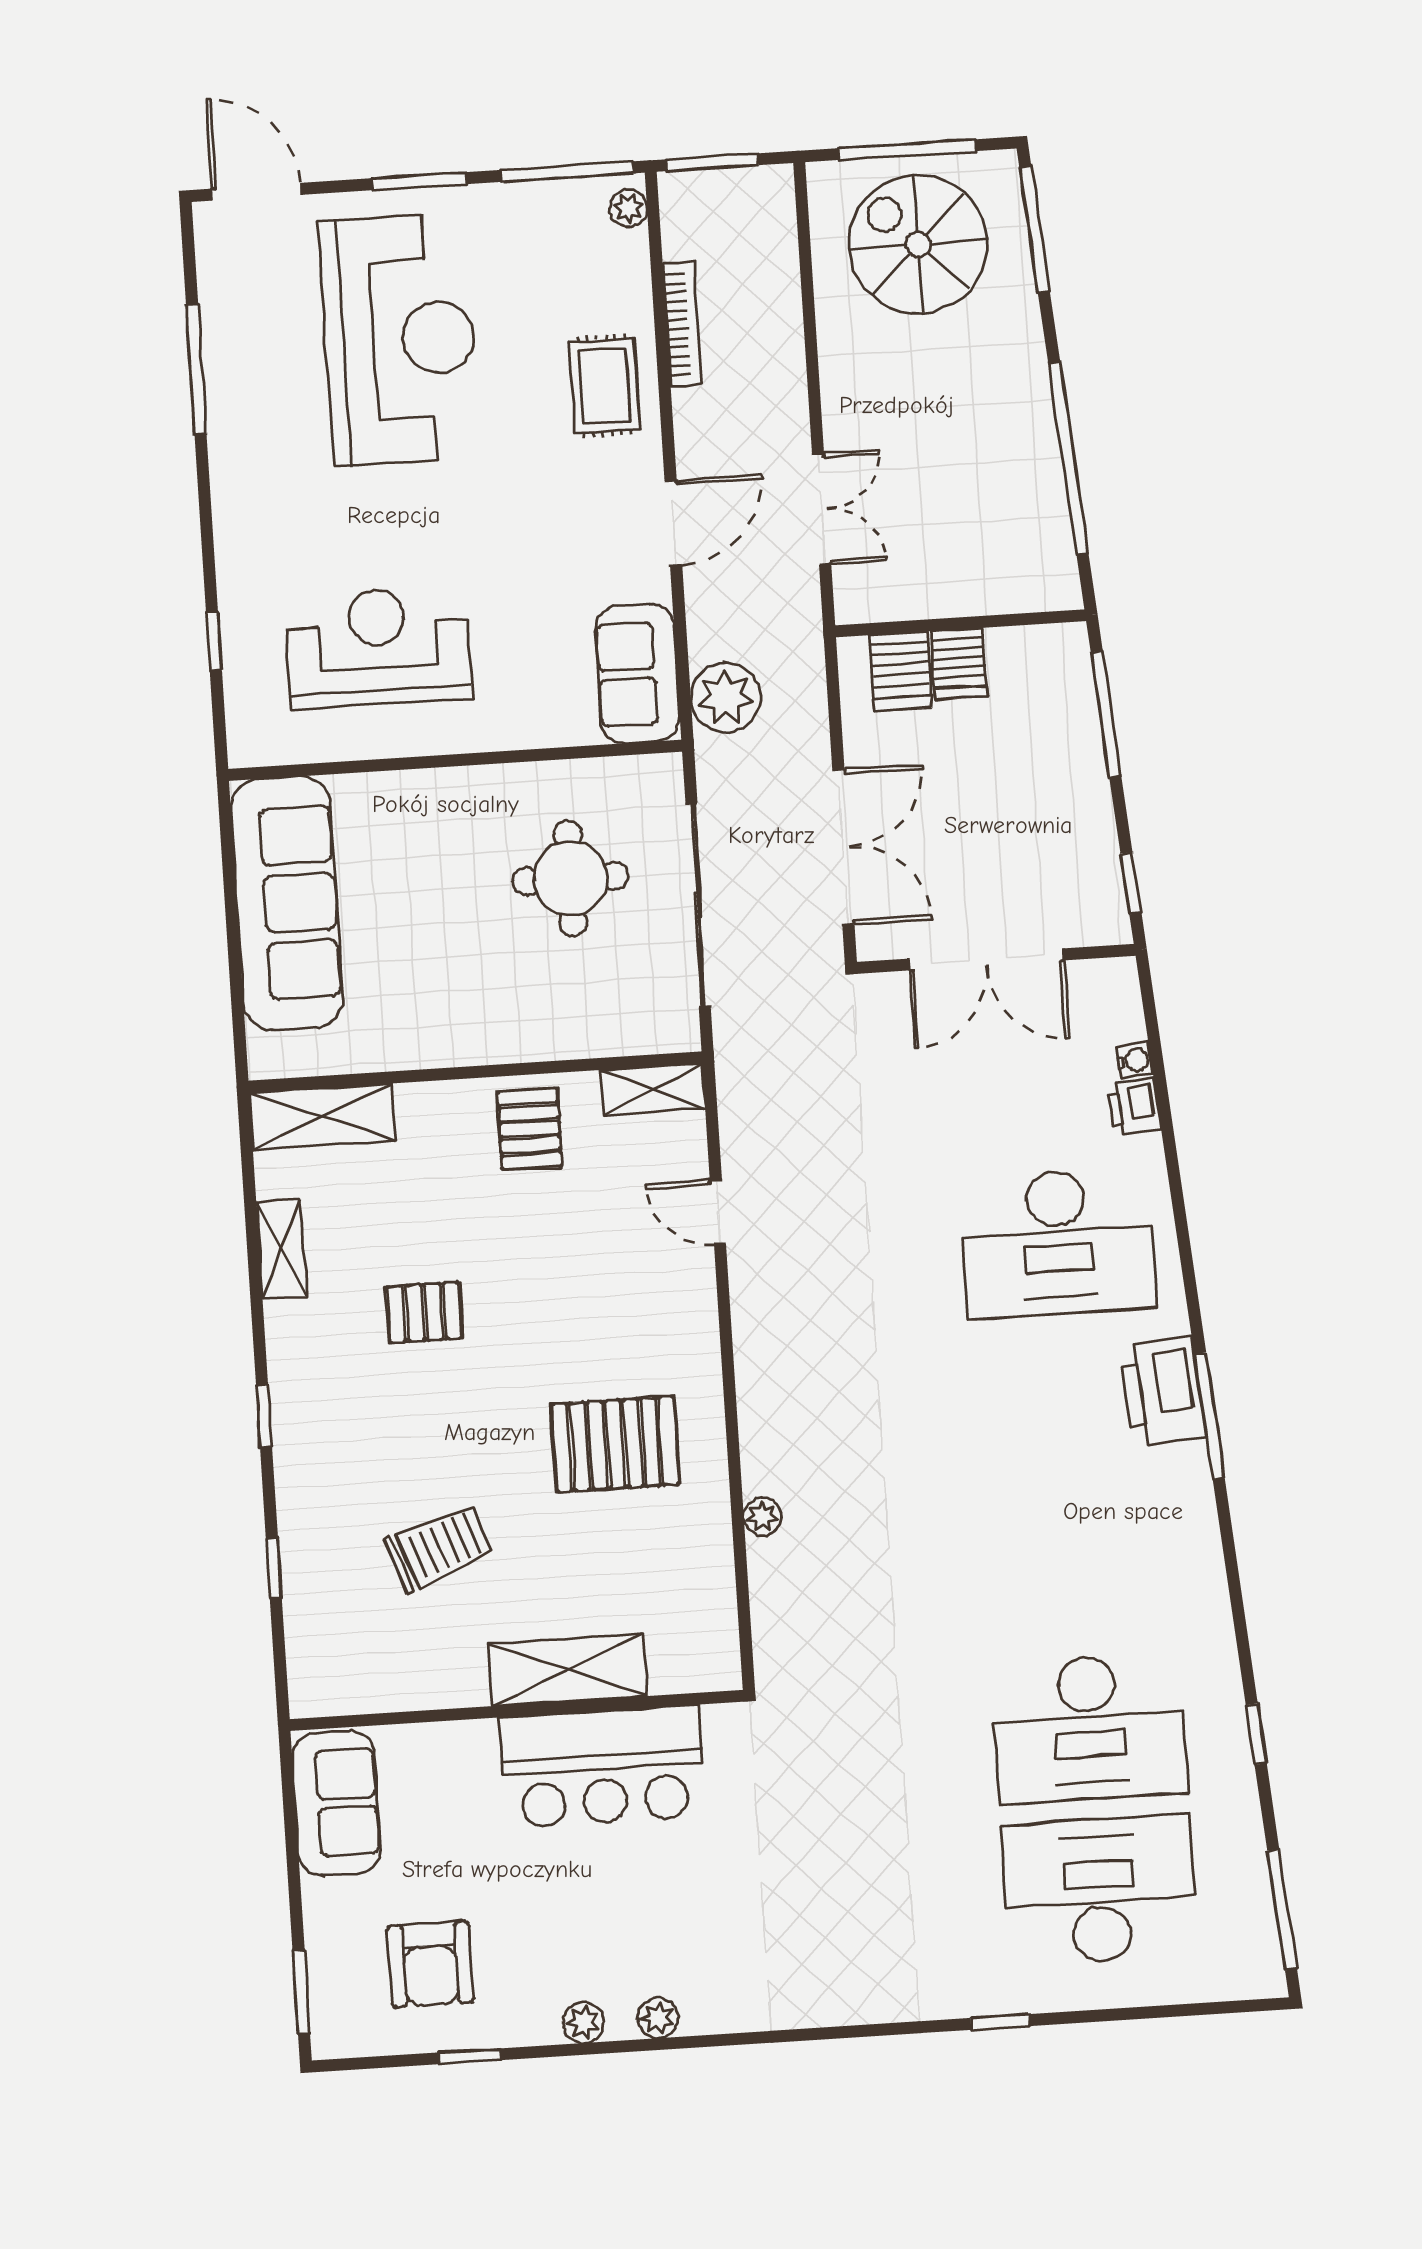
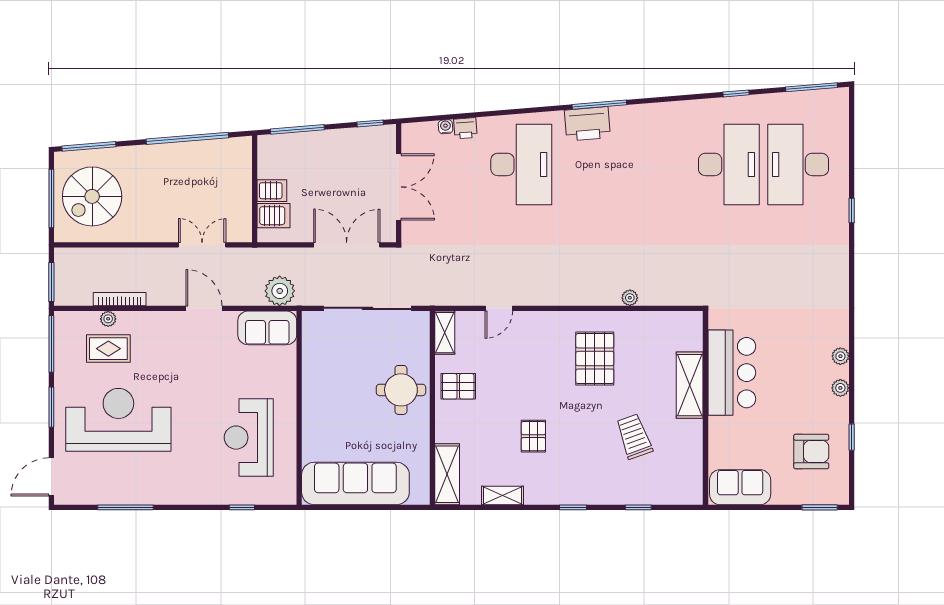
plant: (628, 208) -> (108, 319), moved
rug: (604, 386) -> (108, 349), moved
round table: (571, 878) -> (401, 390), moved

